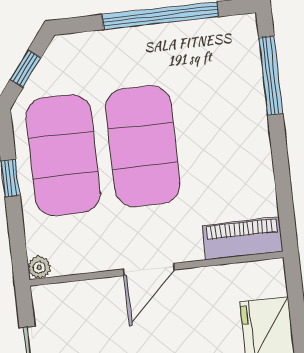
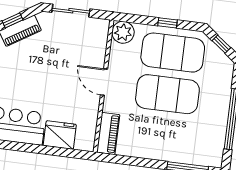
plant: (39, 267) -> (123, 32), width x1.88, depth x1.88

